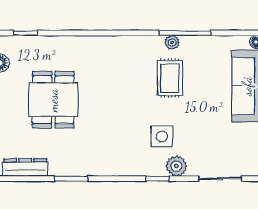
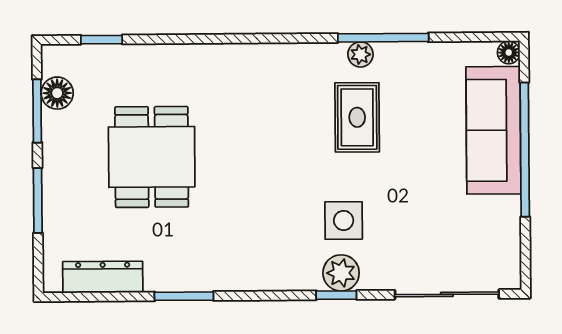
plant: (176, 166) -> (341, 273), moved
sliding door: (220, 179) -> (447, 294), width x1.37

